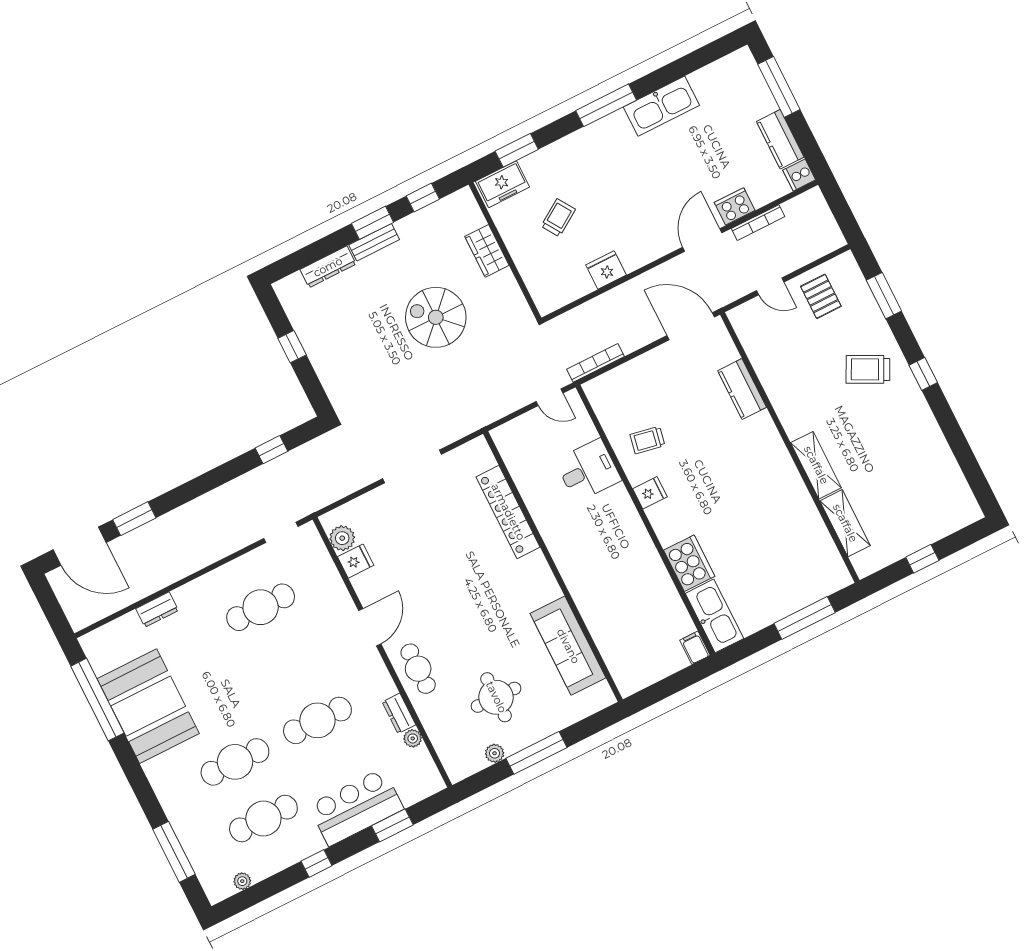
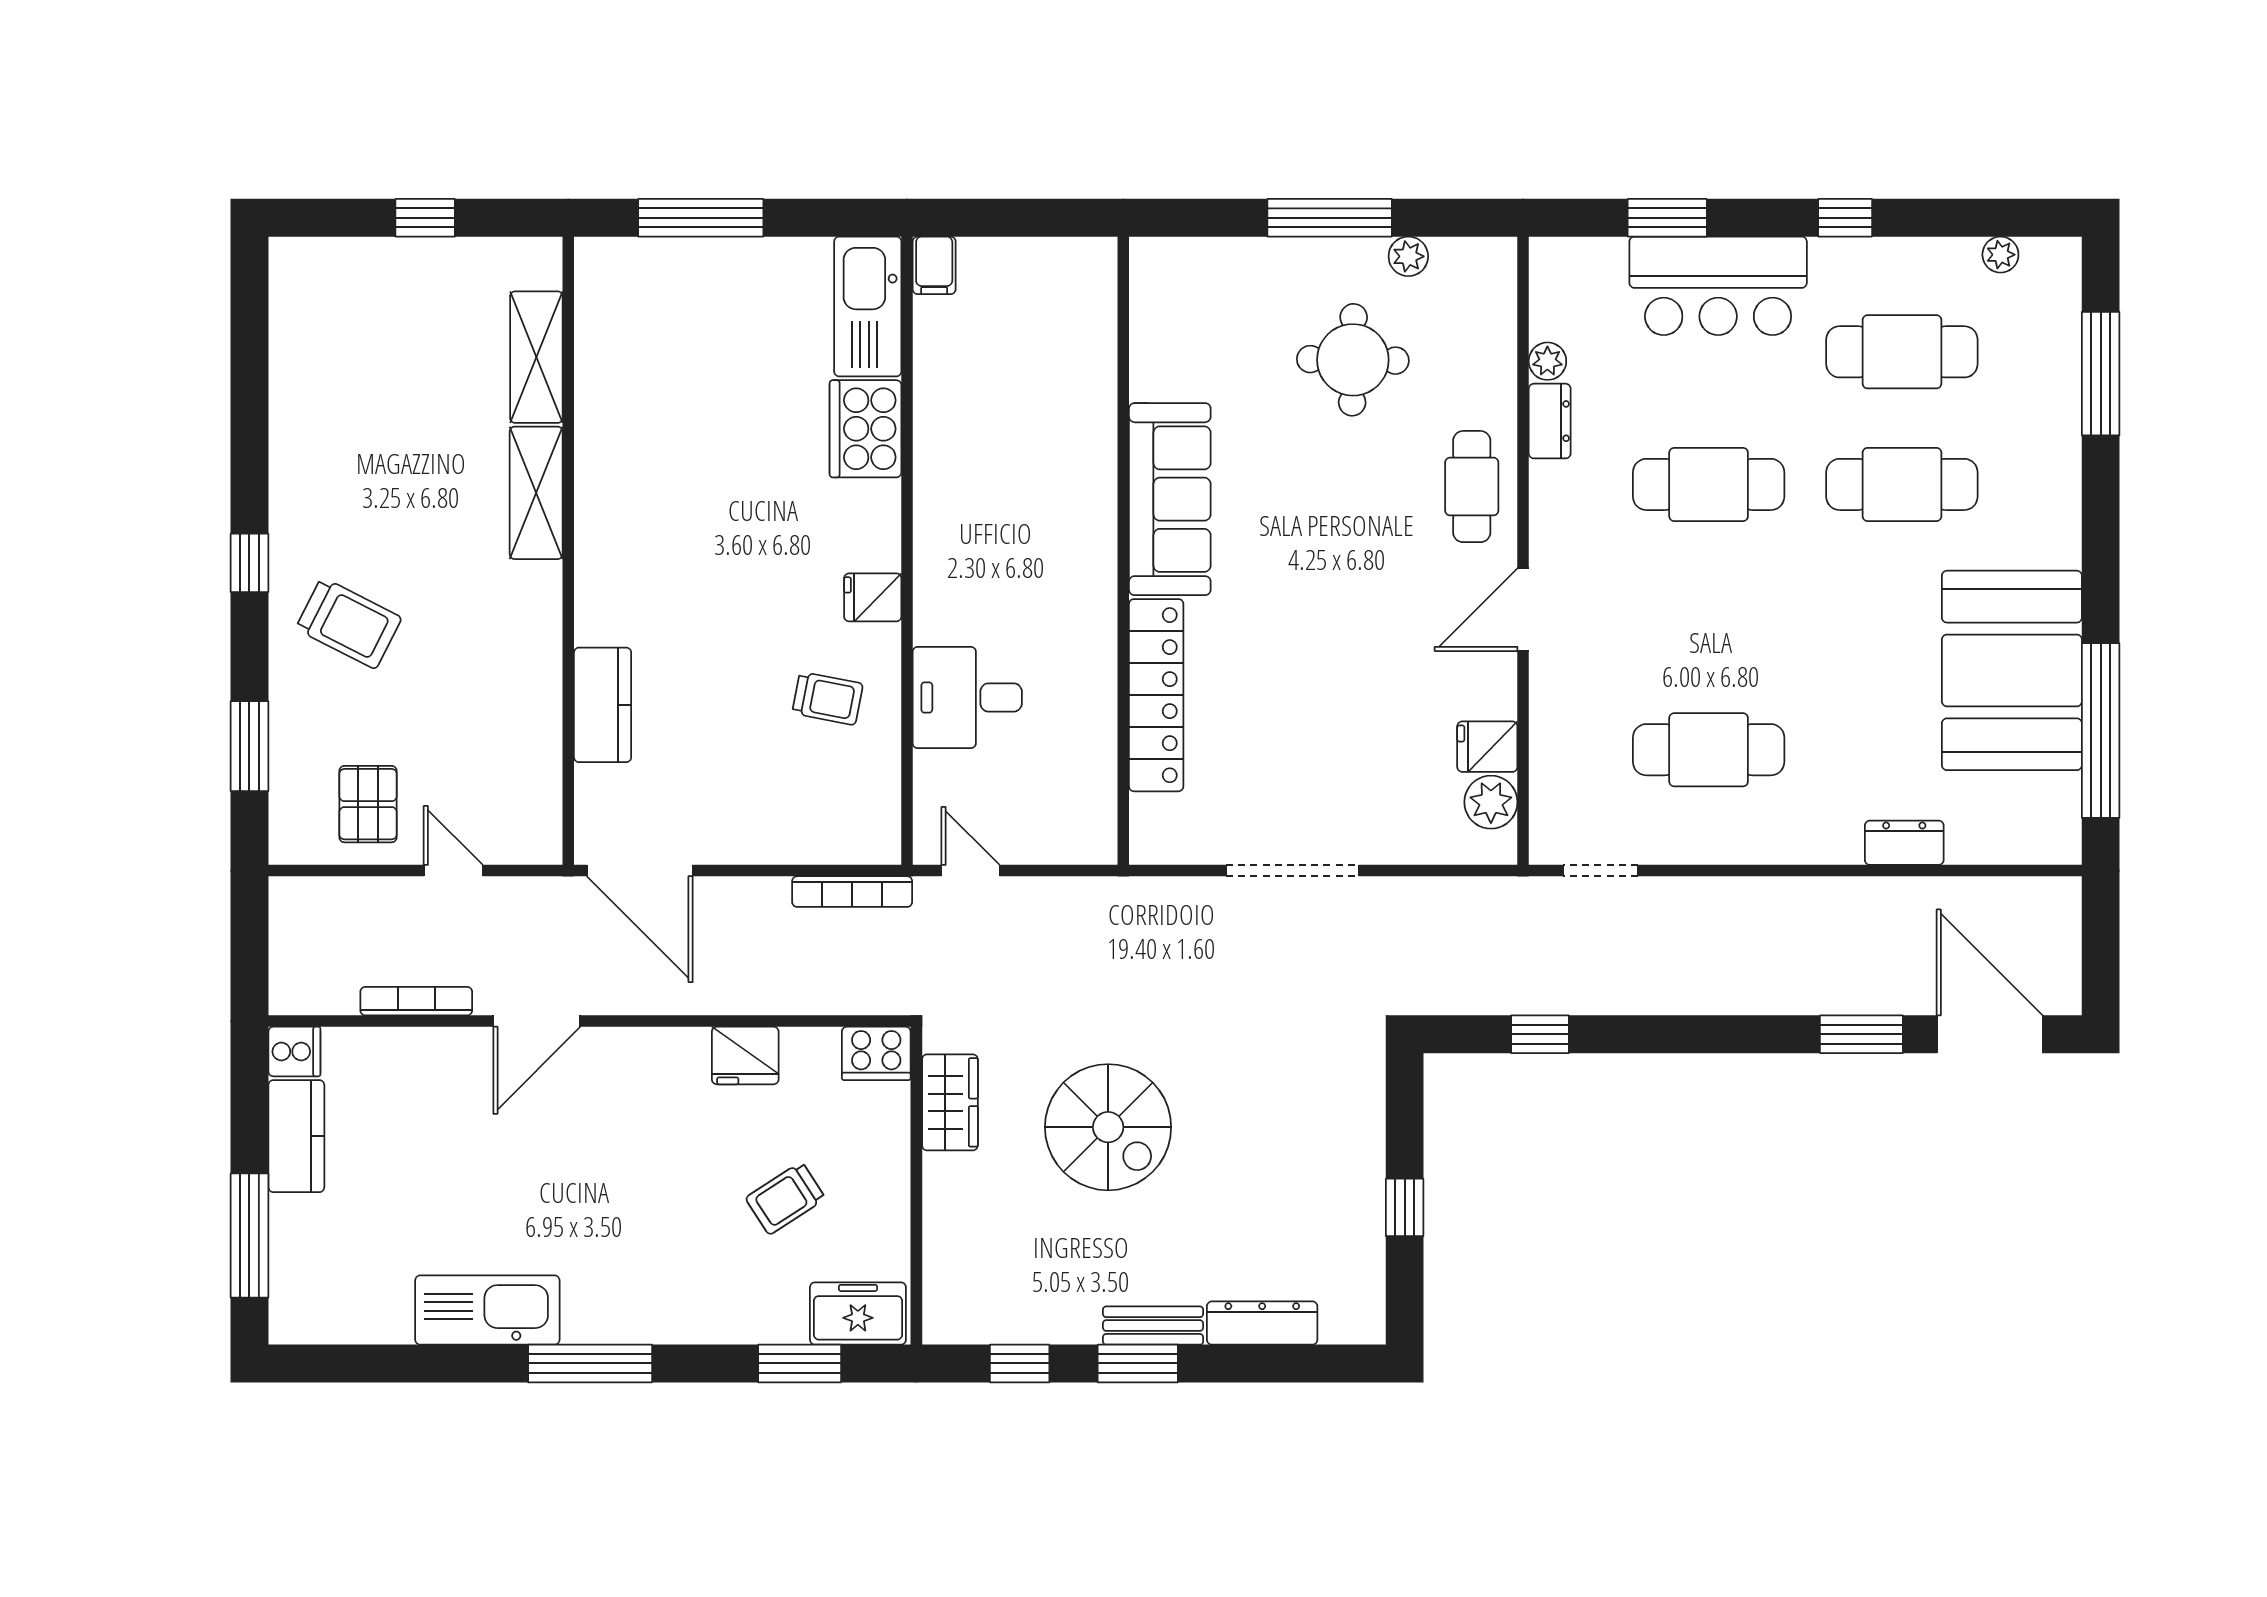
cooker: (735, 206) -> (876, 1053), moved
wardrobe: (487, 251) -> (950, 1102), moved
sofa: (568, 646) -> (1170, 499), moved

